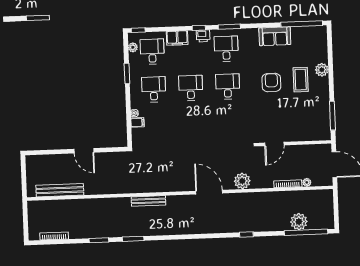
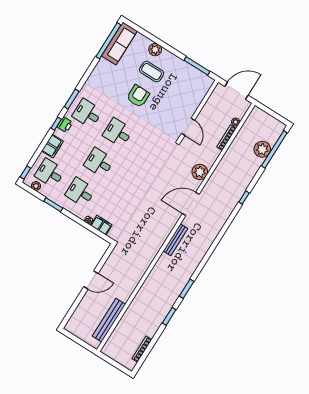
sofa: (275, 36) -> (119, 43), moved, width x1.36
armchair: (271, 83) -> (138, 96), turned 90
filing cabinet: (137, 122) -> (101, 225), width x2.00
bench: (148, 201) -> (175, 240), moved

